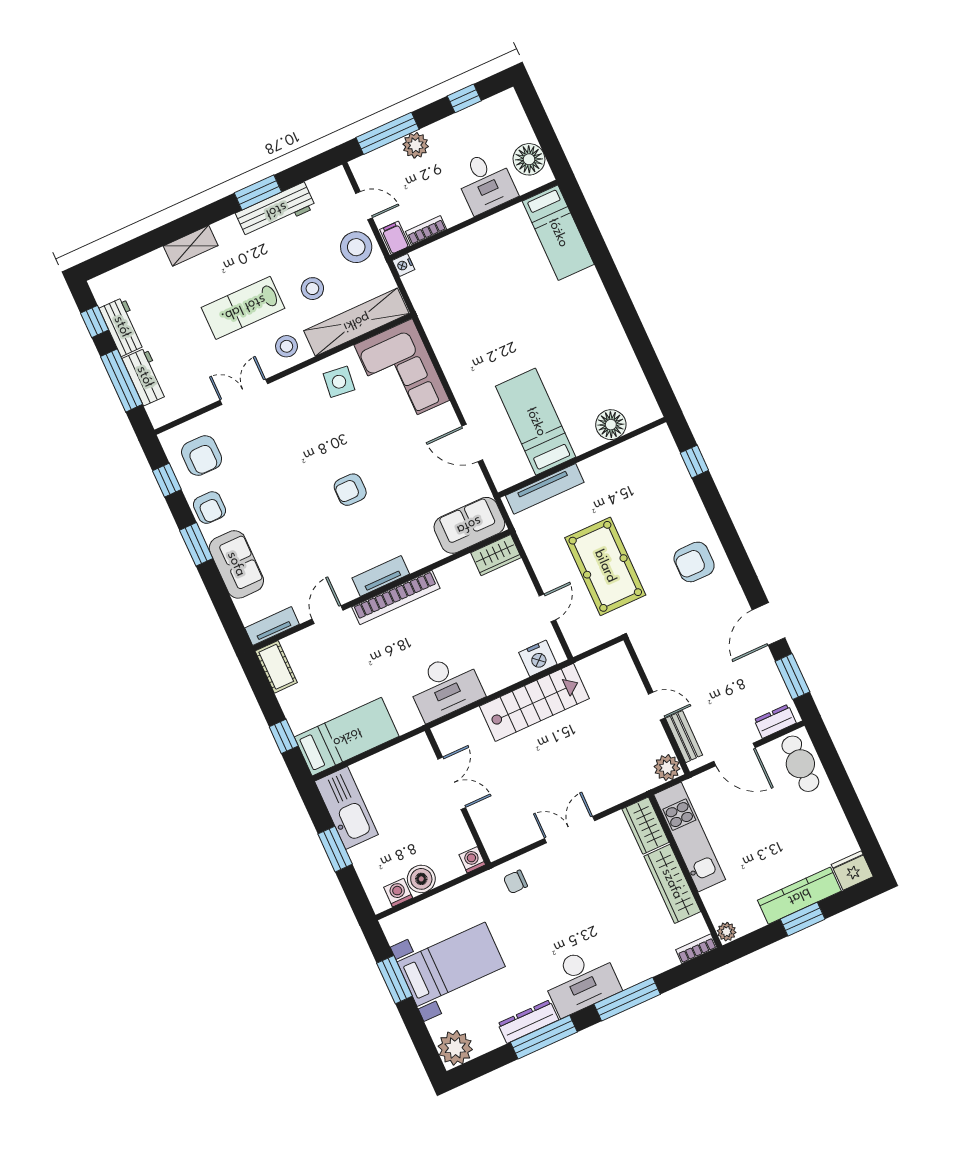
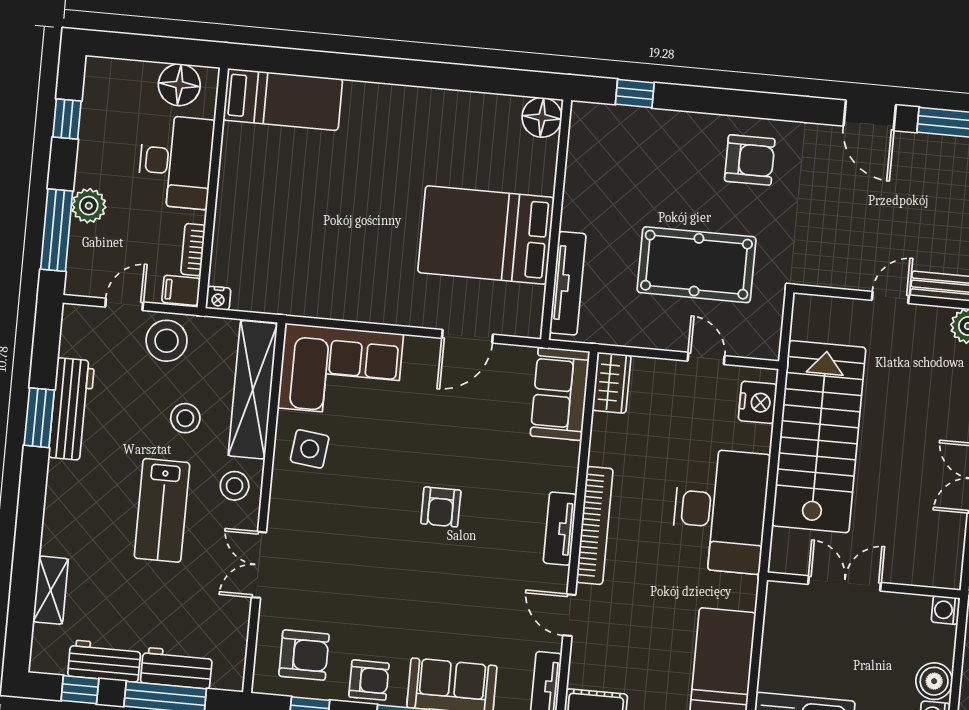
desk: (486, 182) -> (176, 162), width x1.37
shelving: (191, 246) -> (51, 590), moved
bed: (536, 422) -> (486, 235), width x1.50
floor lamp: (611, 425) -> (542, 117), moved
armchair: (694, 562) -> (750, 160), turned -90
desk: (445, 687) -> (720, 511), width x1.36, depth x1.30
stairs: (534, 702) -> (819, 437), width x1.36, depth x1.51

